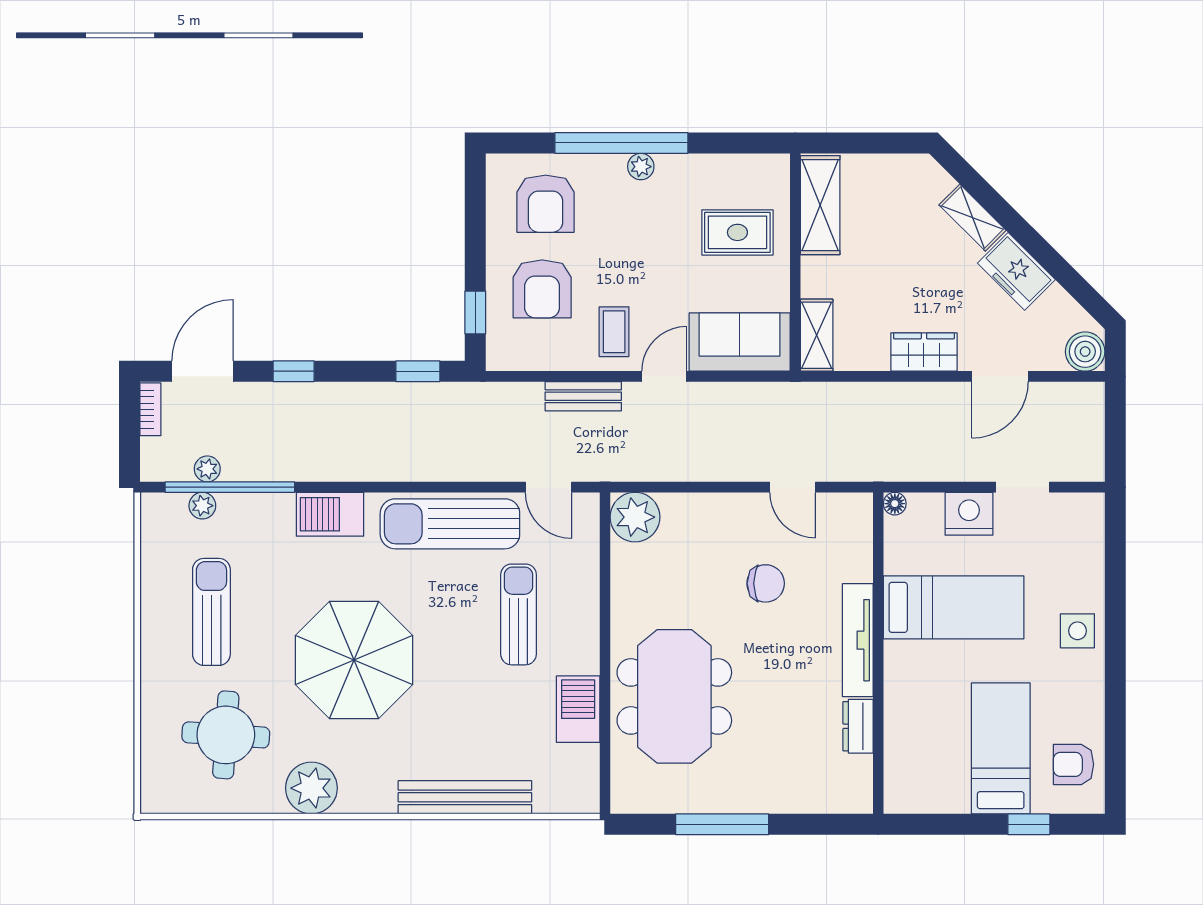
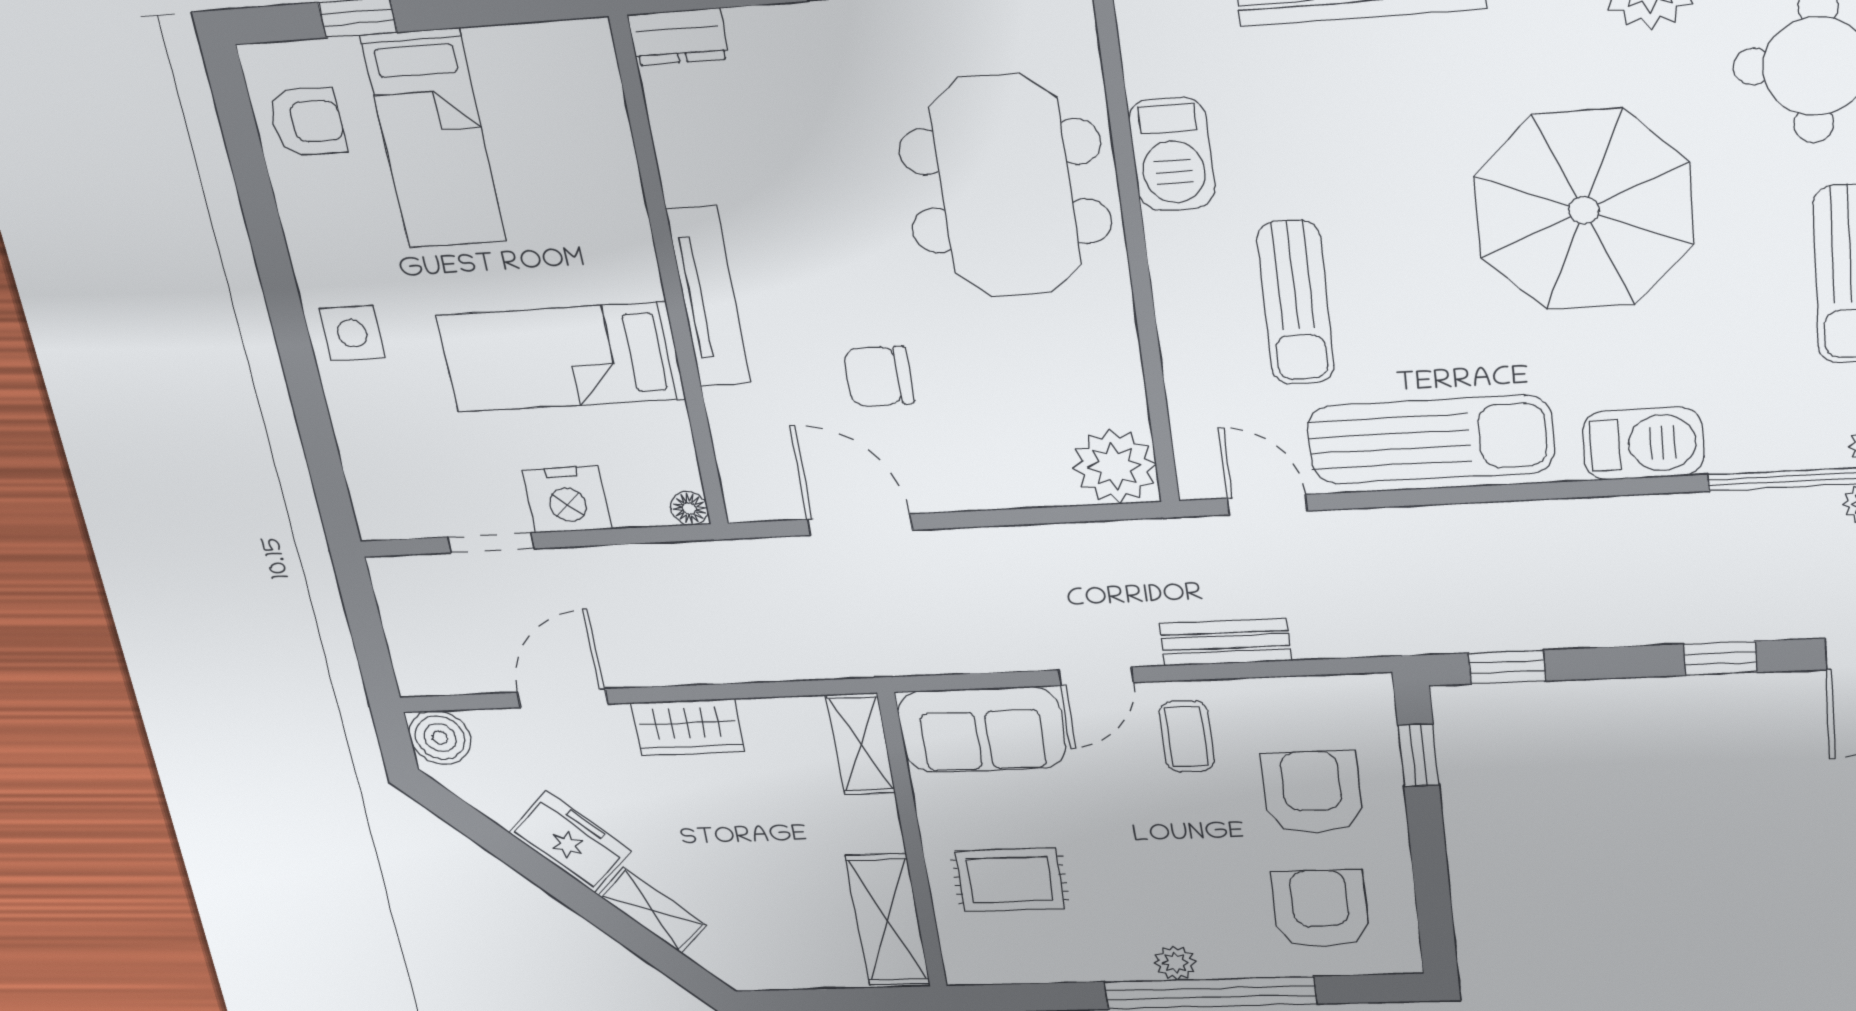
door: (793, 487) -> (860, 525), width x1.38
dresser: (858, 726) -> (678, 37), moved, turned 90

